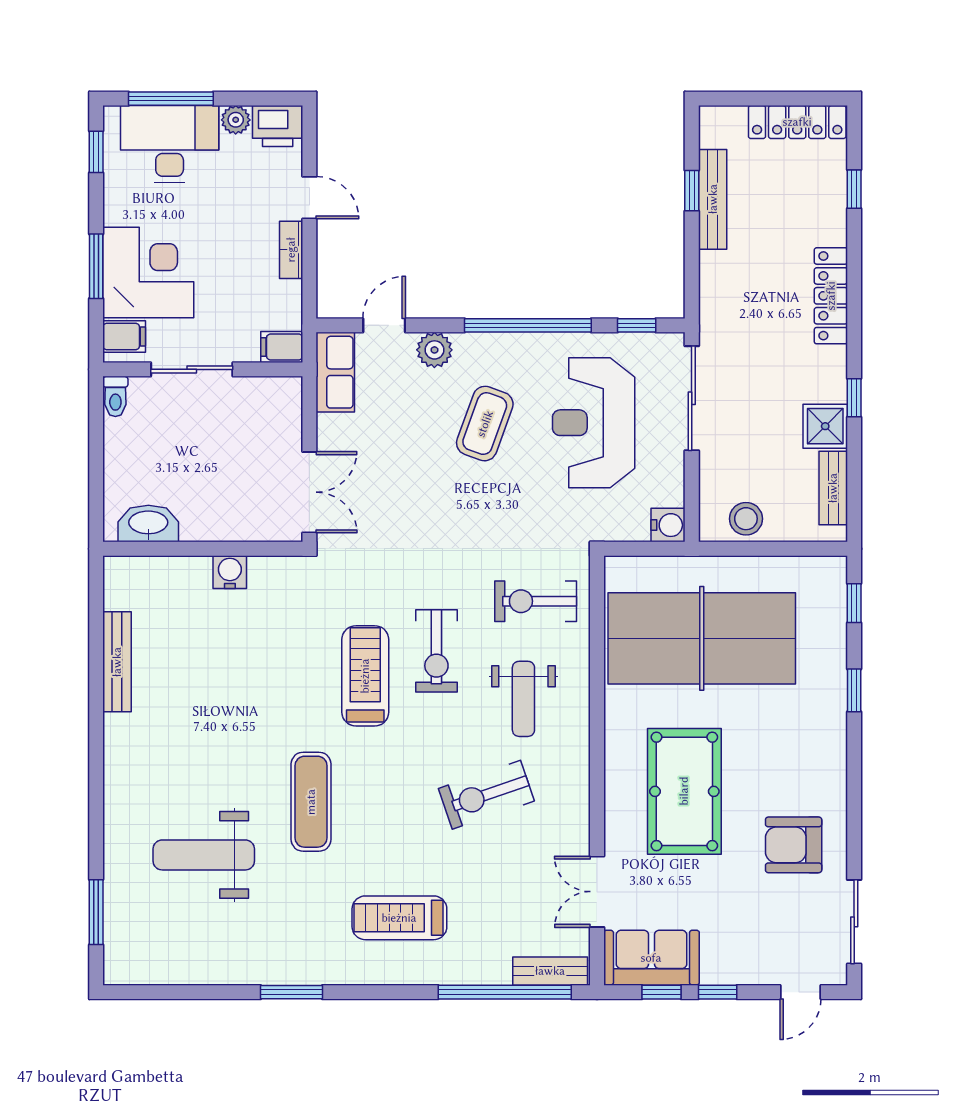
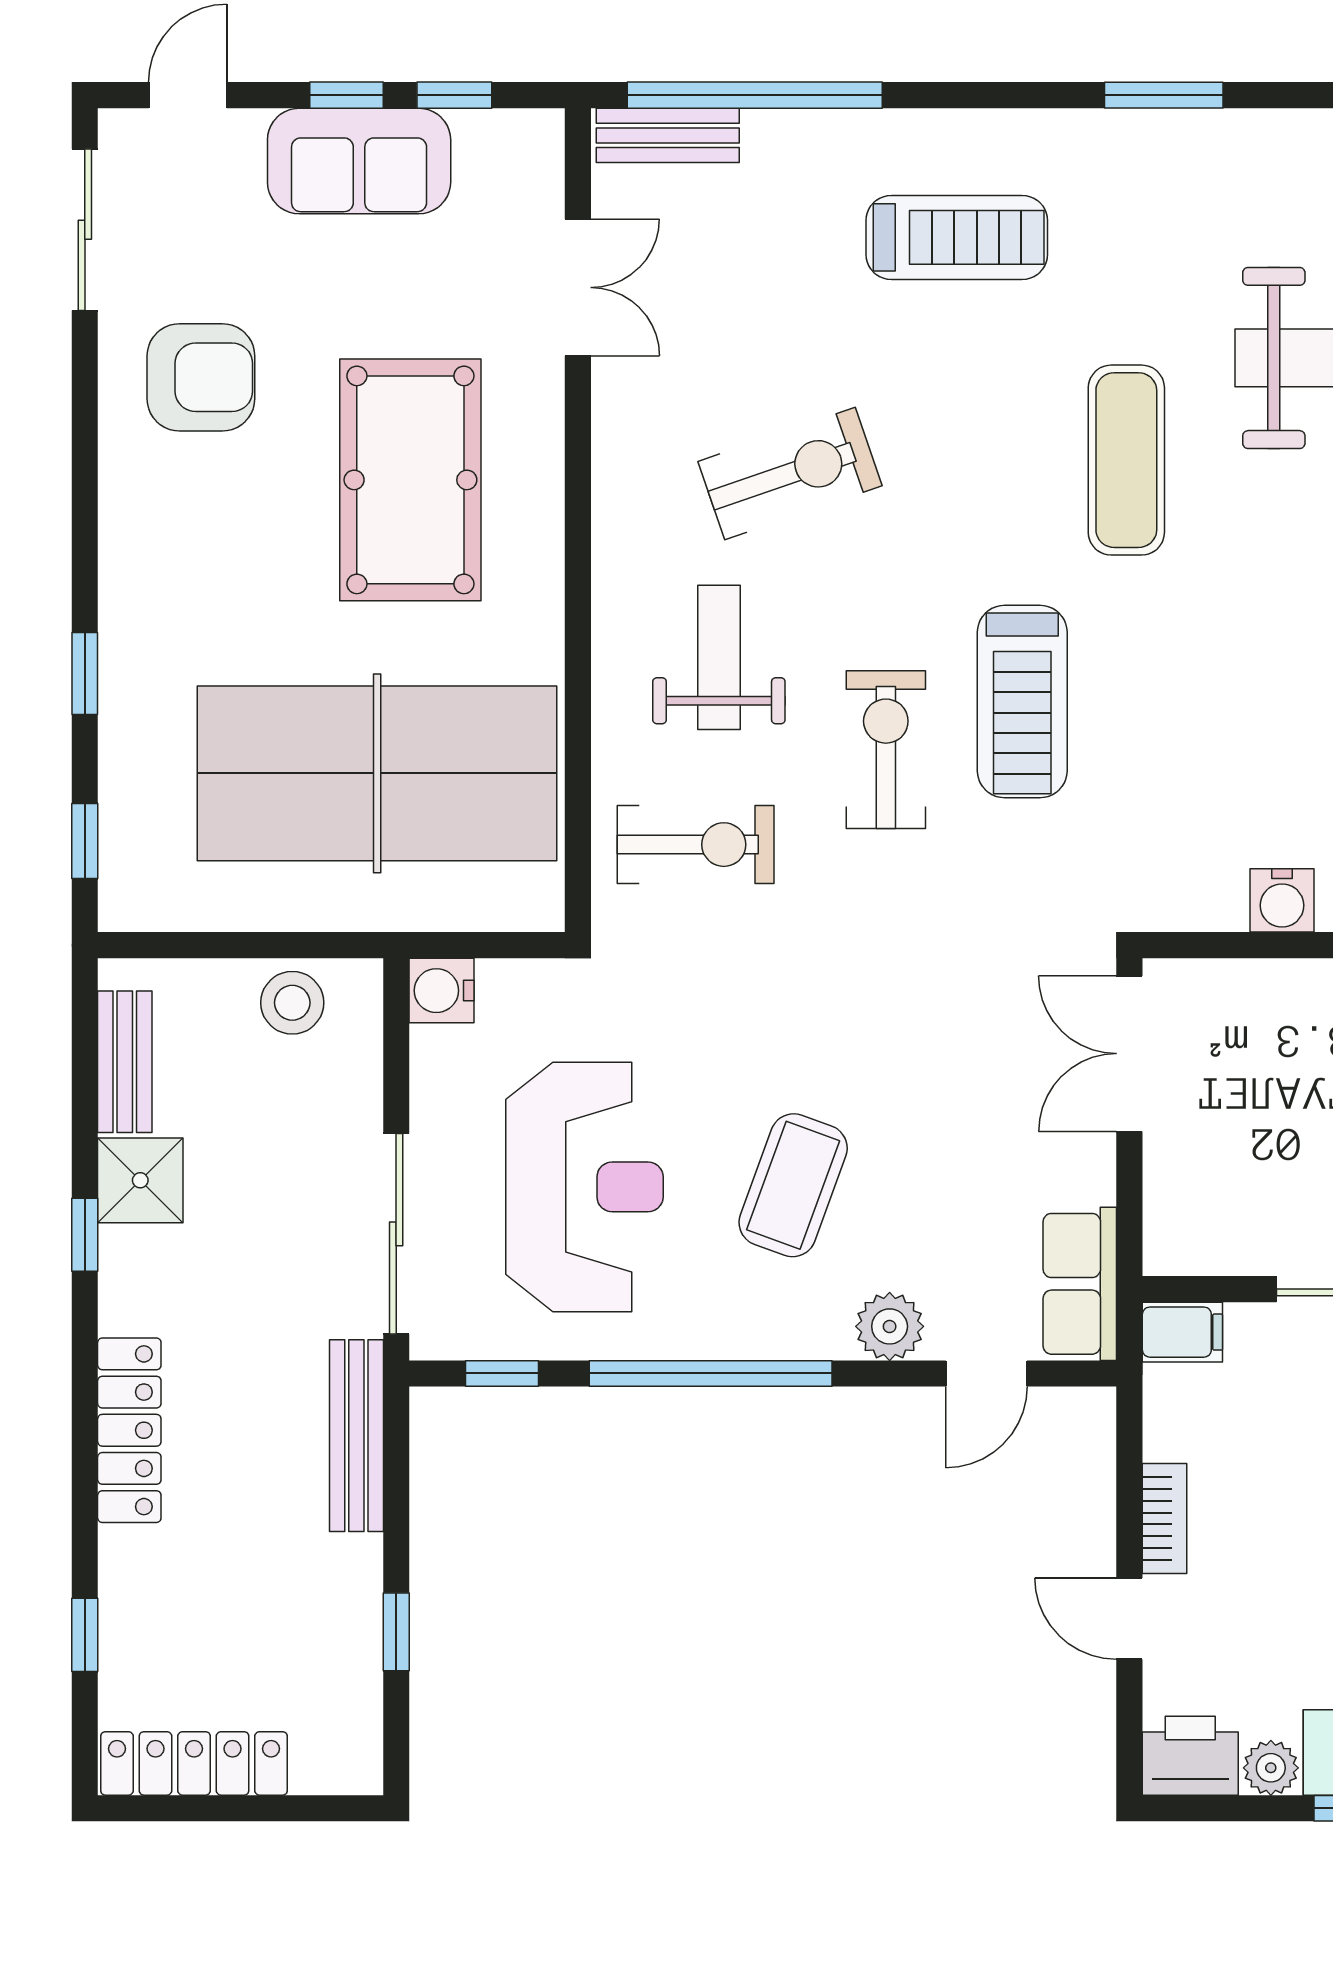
bench: (713, 199) -> (356, 1436), moved
sofa: (651, 958) -> (359, 161), moved

